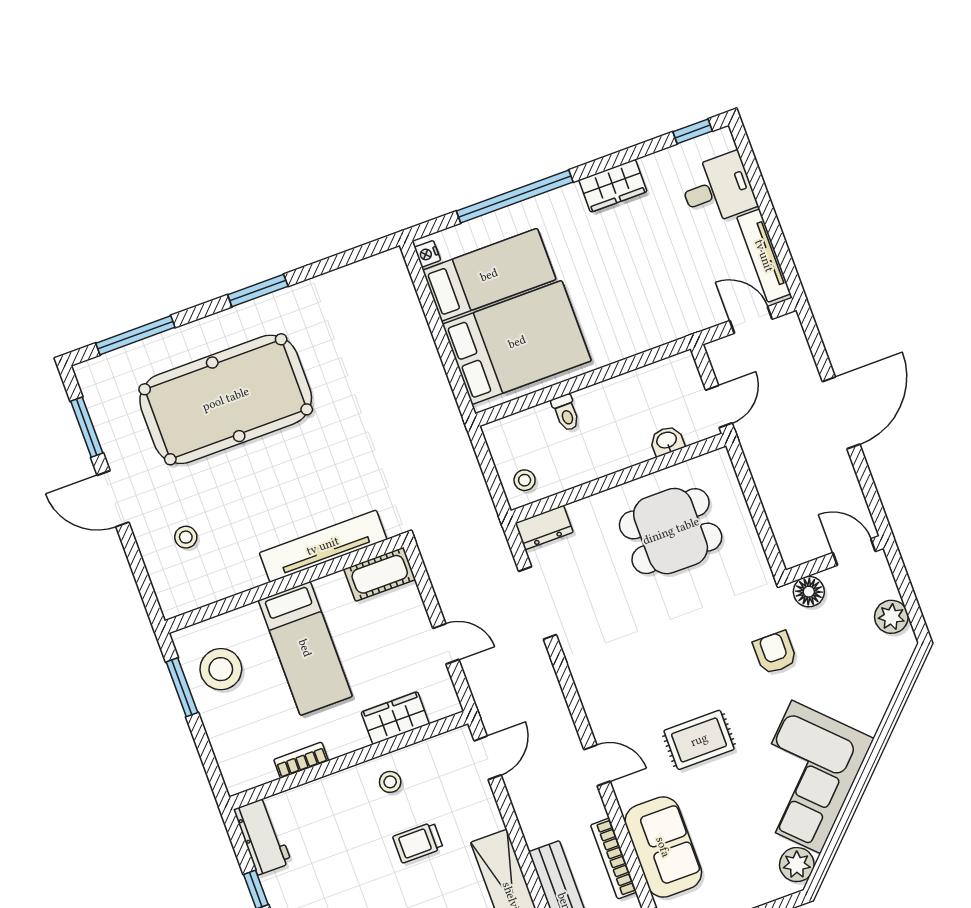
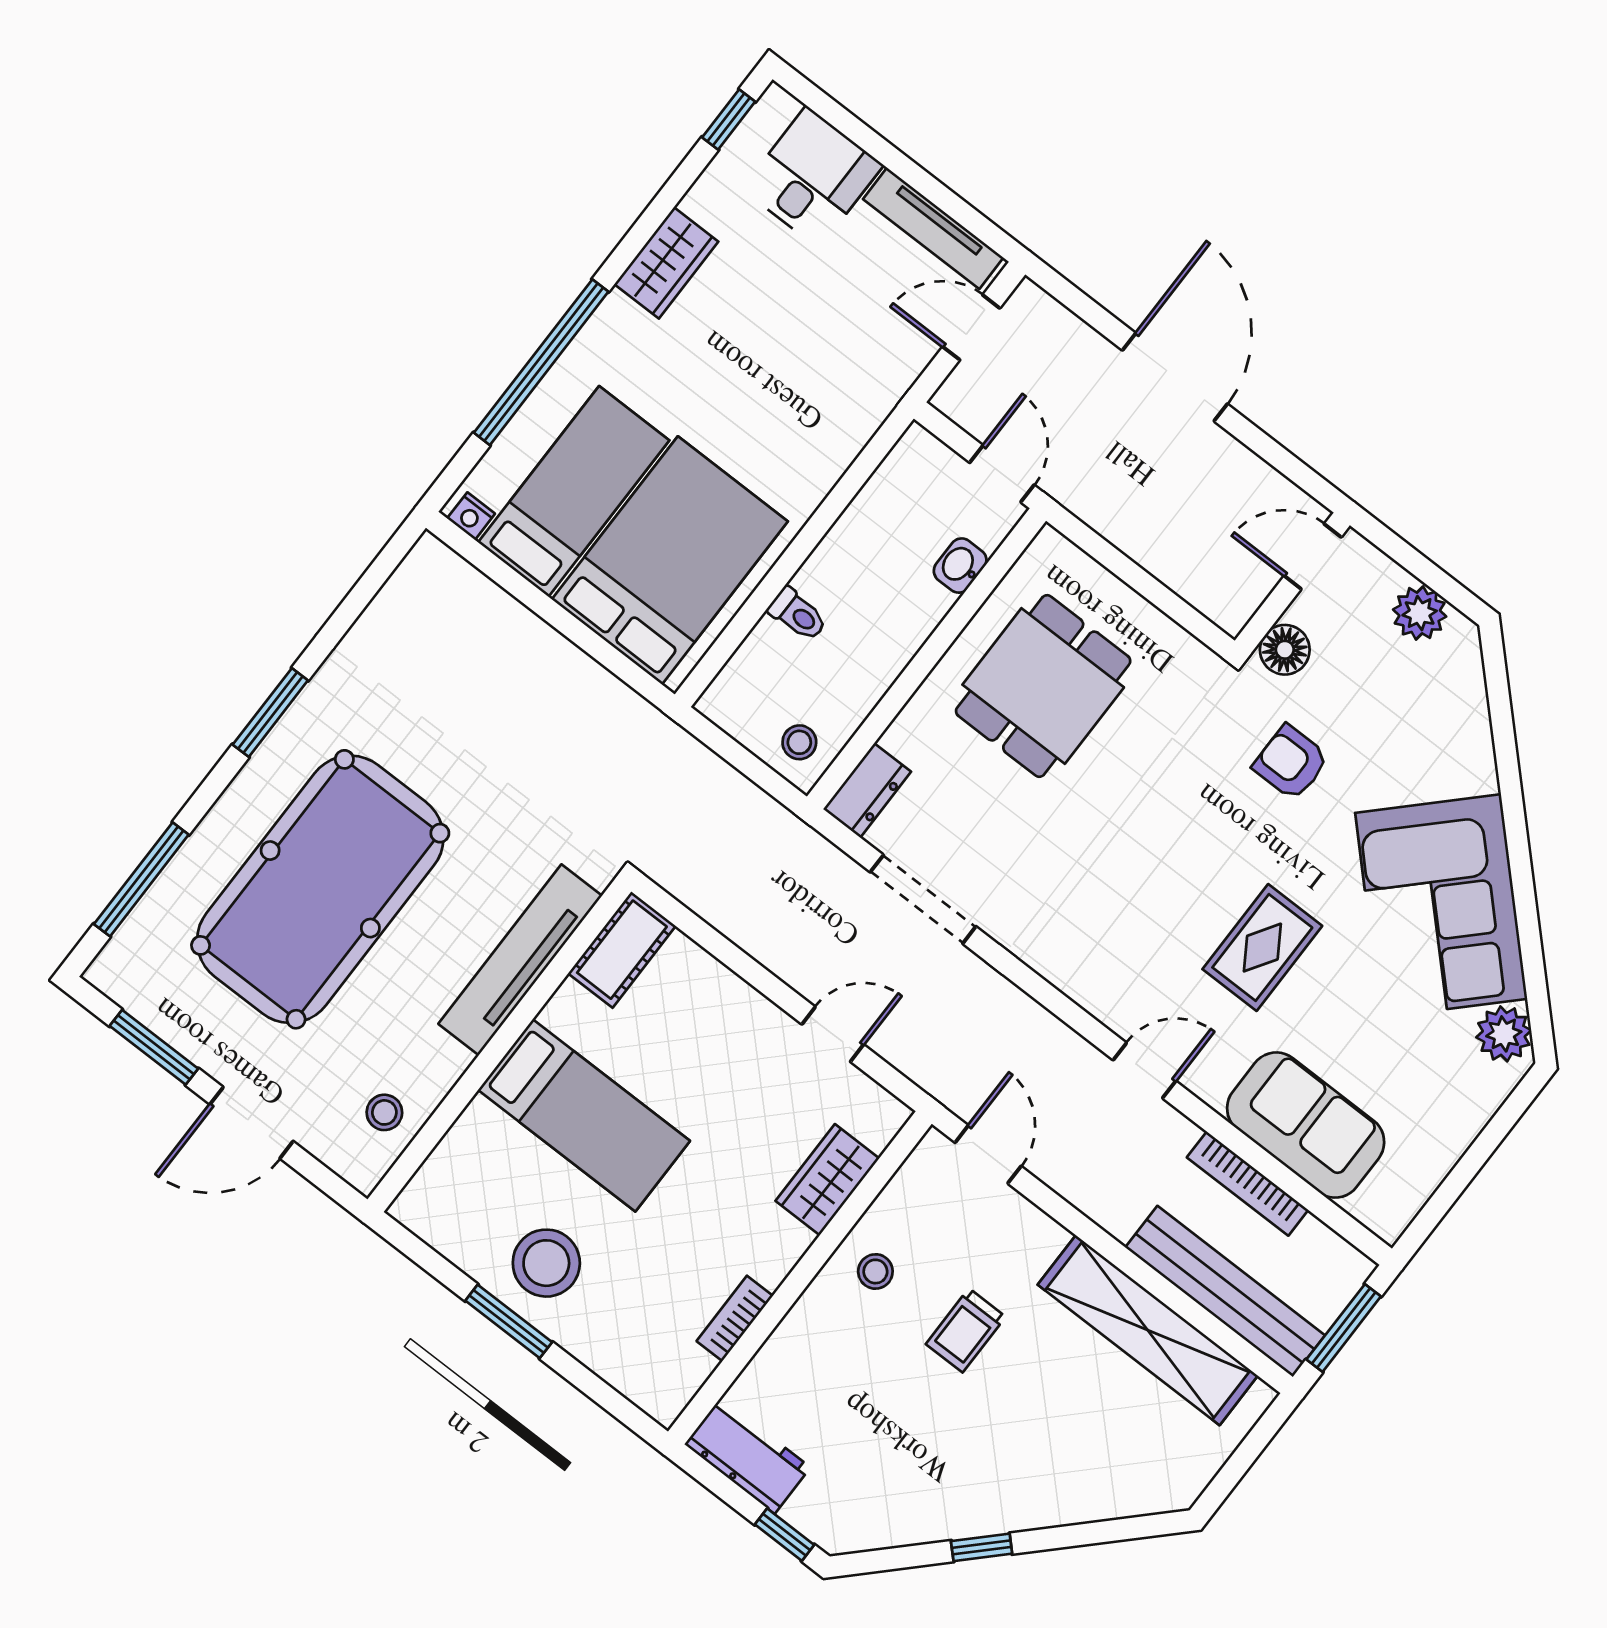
tv unit: (323, 546) -> (520, 960), moved
cot: (380, 574) -> (622, 950), moved
wall: (284, 584) -> (499, 1046), moved
bed: (305, 648) -> (584, 1115), moved

